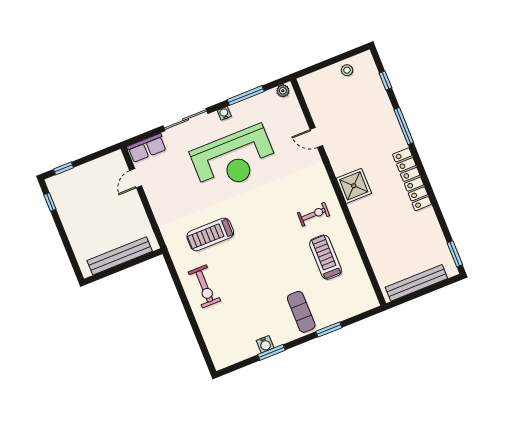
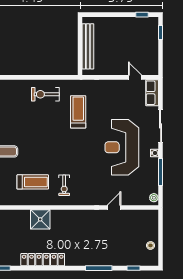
locker: (412, 179) -> (43, 260), moved
shower: (354, 186) -> (40, 219), moved

